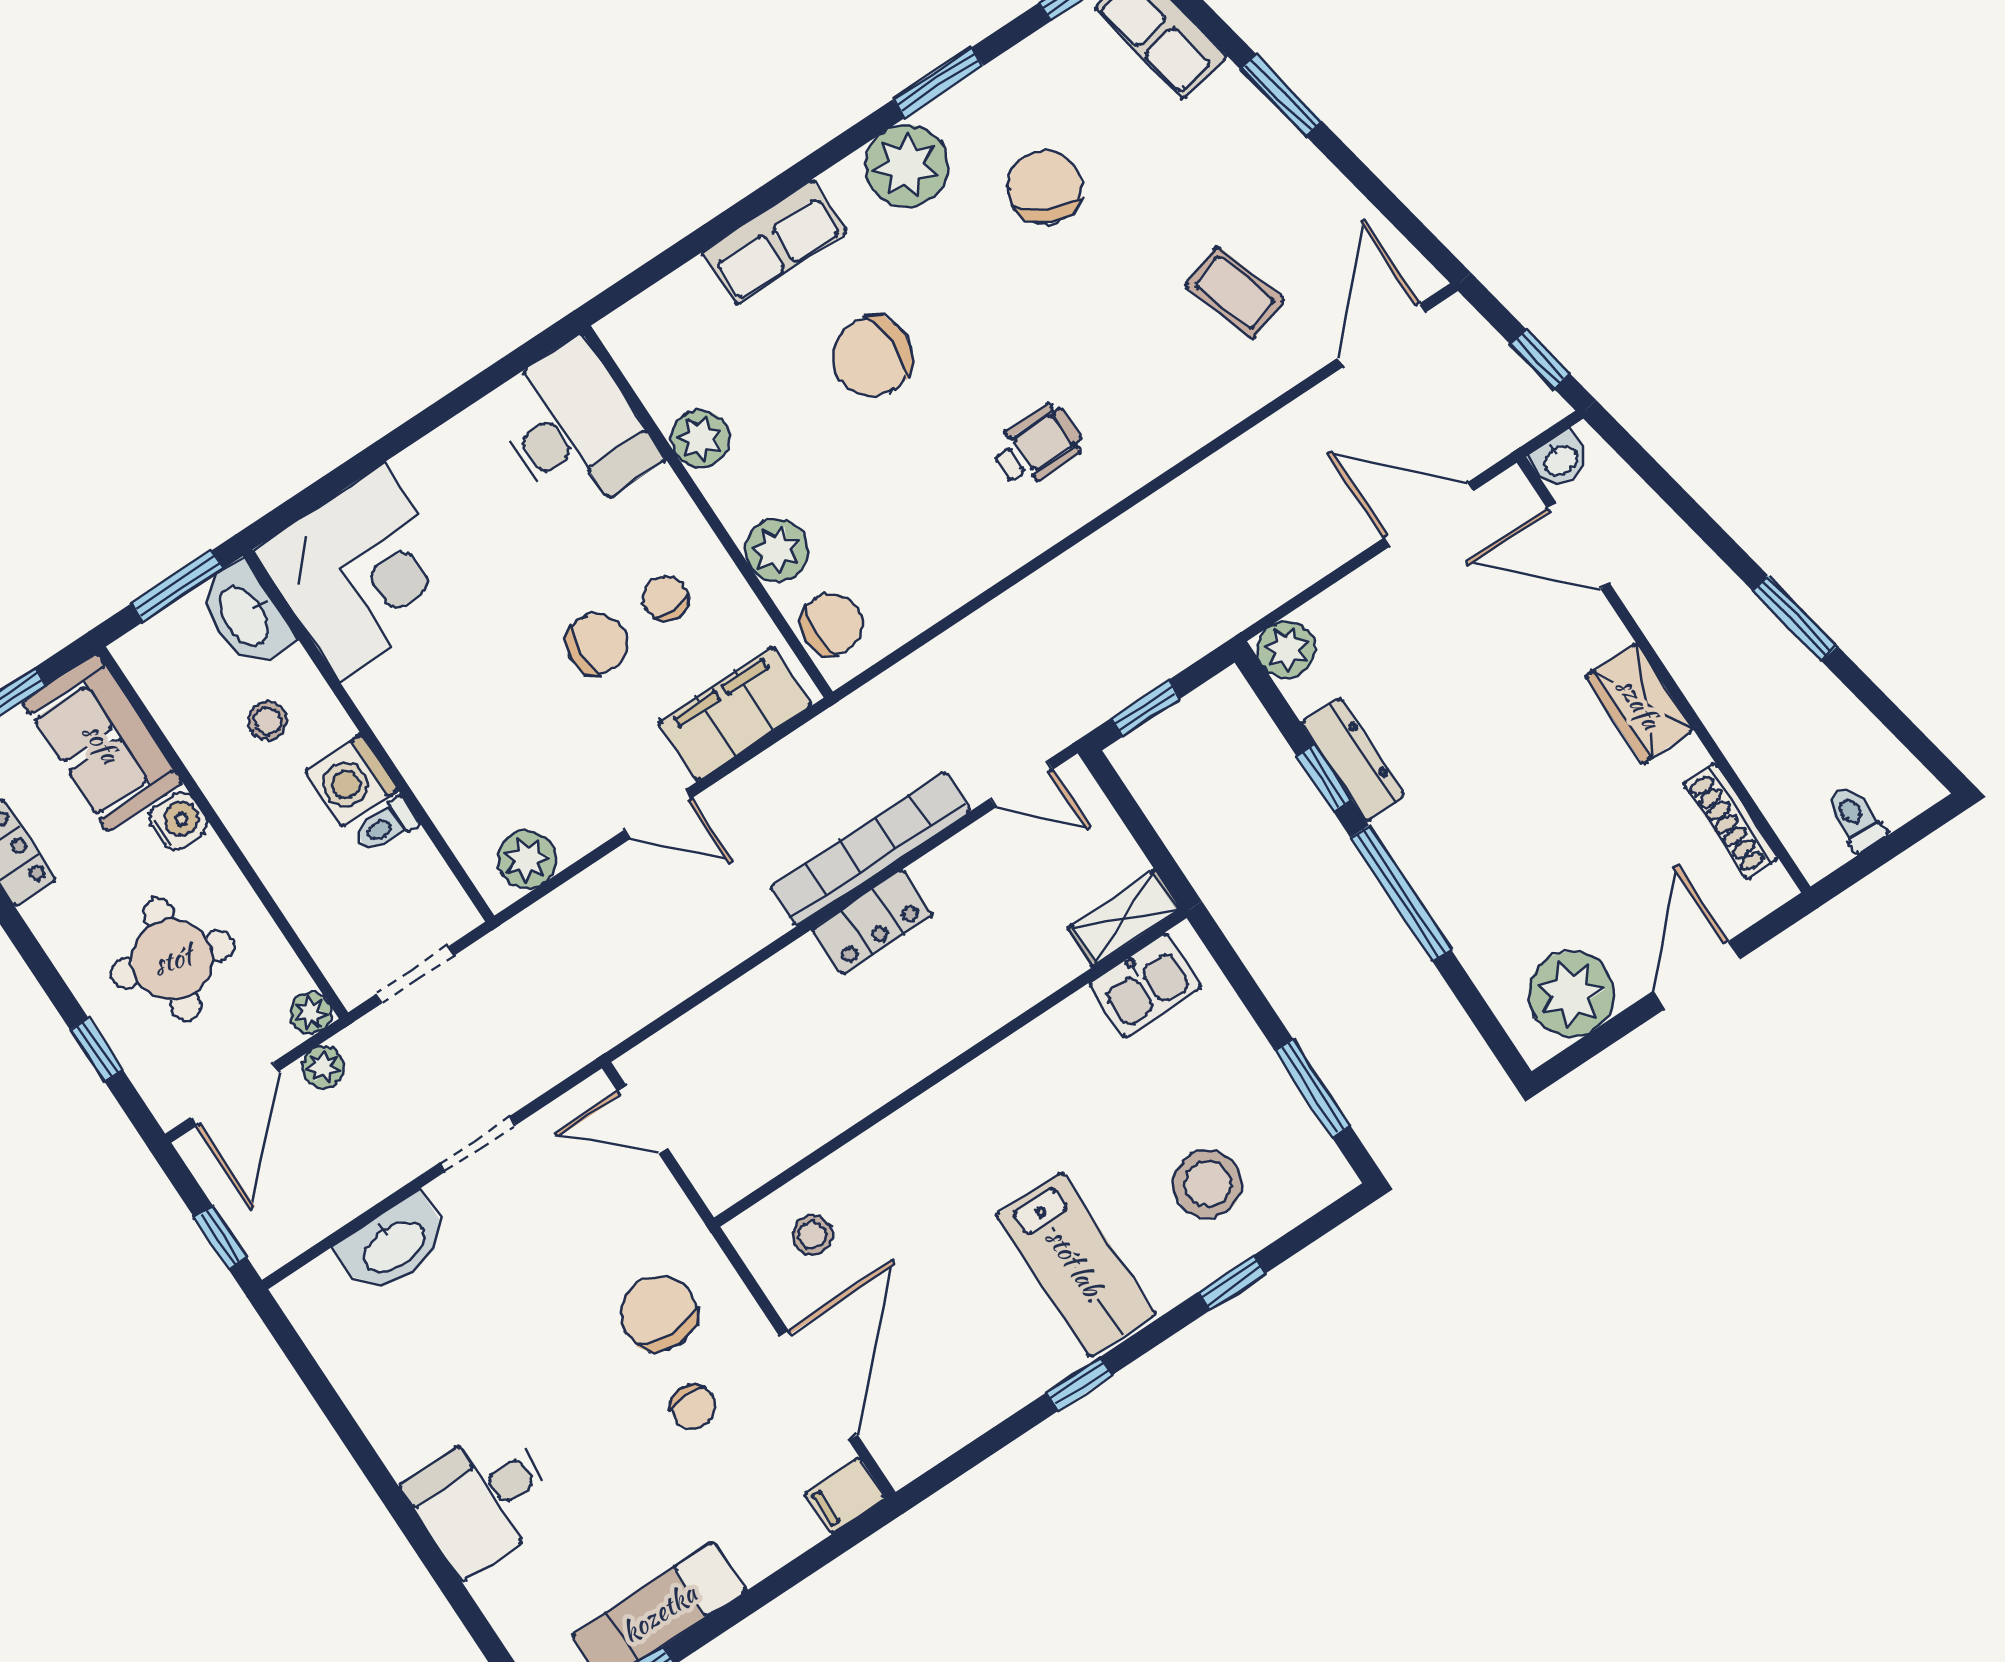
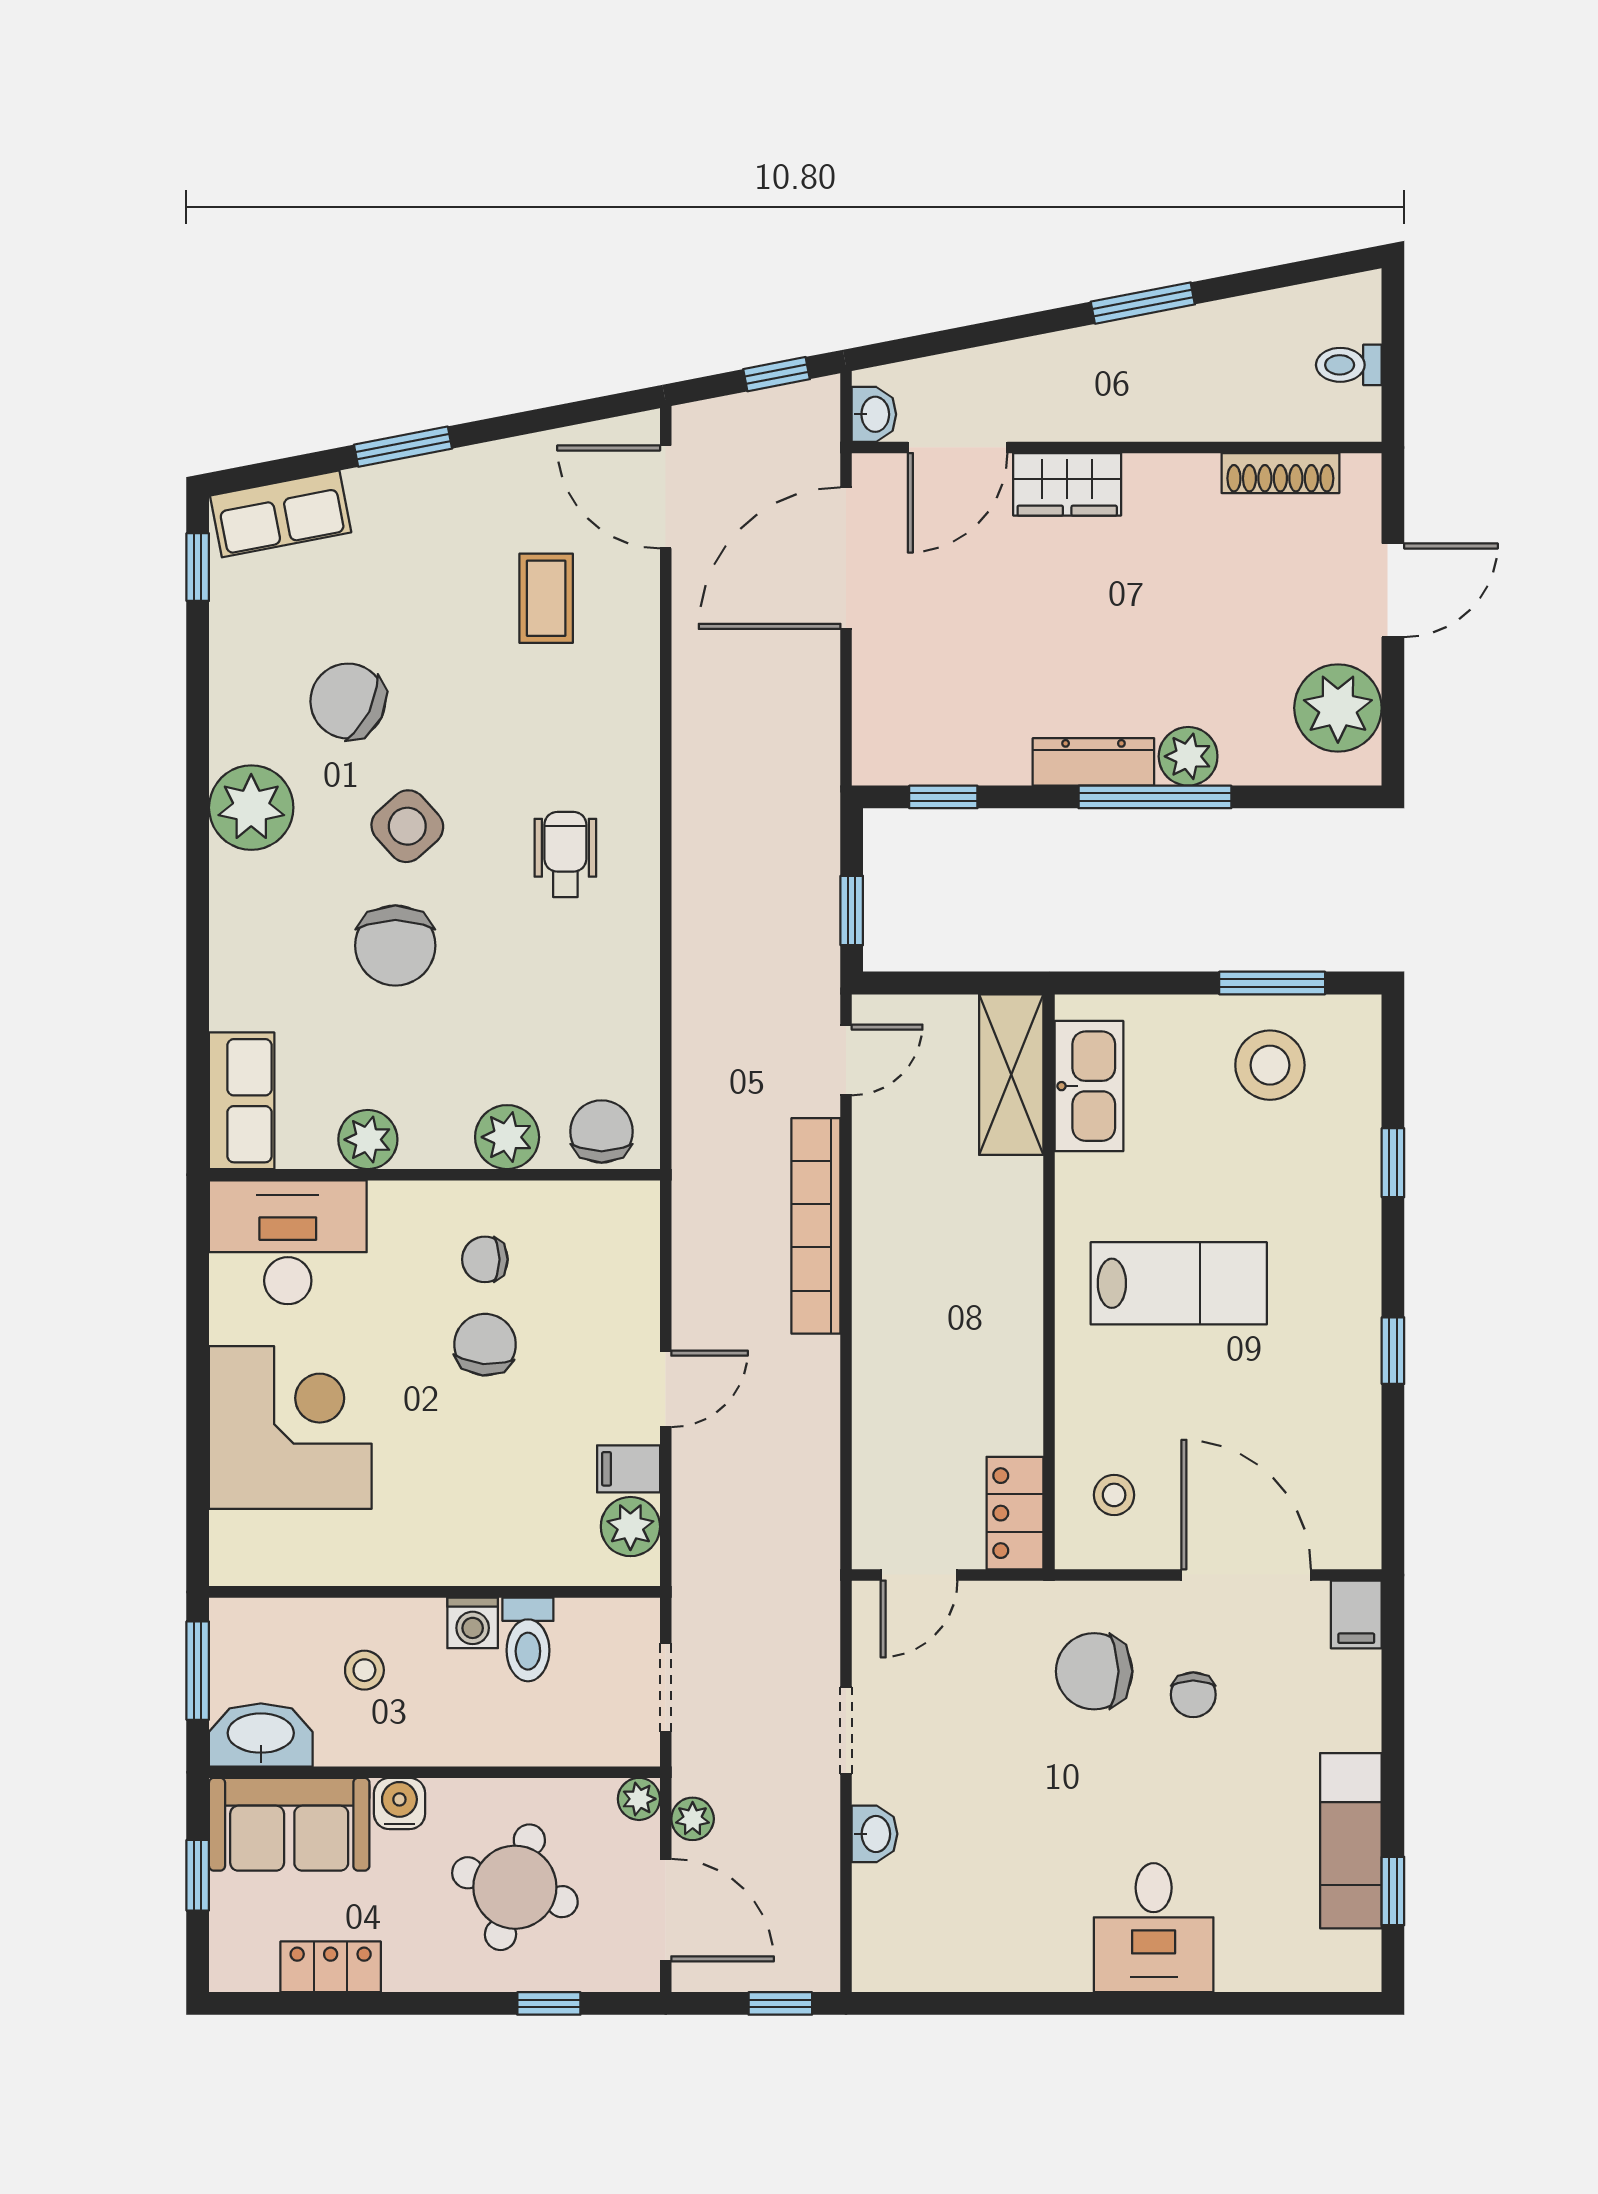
window: (938, 83) -> (198, 733), removed
row of seats: (774, 242) -> (242, 1101), moved
coffee table: (1235, 293) -> (546, 598), turned -72
side table: (975, 302) -> (407, 826), added
door: (1429, 514) -> (846, 558), width x1.36
corner desk: (362, 572) -> (290, 1427), moved
washbasin: (245, 615) -> (261, 1735), moved, turned 180
plant: (1287, 649) -> (1188, 756), moved
wardrobe: (1639, 703) -> (1067, 484), moved
filing cabinet: (735, 714) -> (629, 1469), moved, width x0.33, depth x0.86
dresser: (1353, 760) -> (1093, 762), moved
window: (1324, 778) -> (943, 797), moved
washing machine: (351, 781) -> (473, 1623), width x0.73, depth x0.73
toilet: (386, 825) -> (528, 1639), width x1.37, depth x1.39
shelving: (1124, 918) -> (1011, 1075), width x1.50, depth x1.33
locker: (872, 922) -> (1015, 1513), moved, turned 180
door: (1696, 975) -> (1393, 590), swing flipped
kitchen sink: (1145, 986) -> (1089, 1086), width x1.38
stool: (1208, 1184) -> (1270, 1065), moved
washbasin: (393, 1245) -> (875, 1834), width x0.52, depth x0.69
lab bench: (1076, 1265) -> (1179, 1283), moved
chair: (693, 1407) -> (1193, 1695), turned 90

